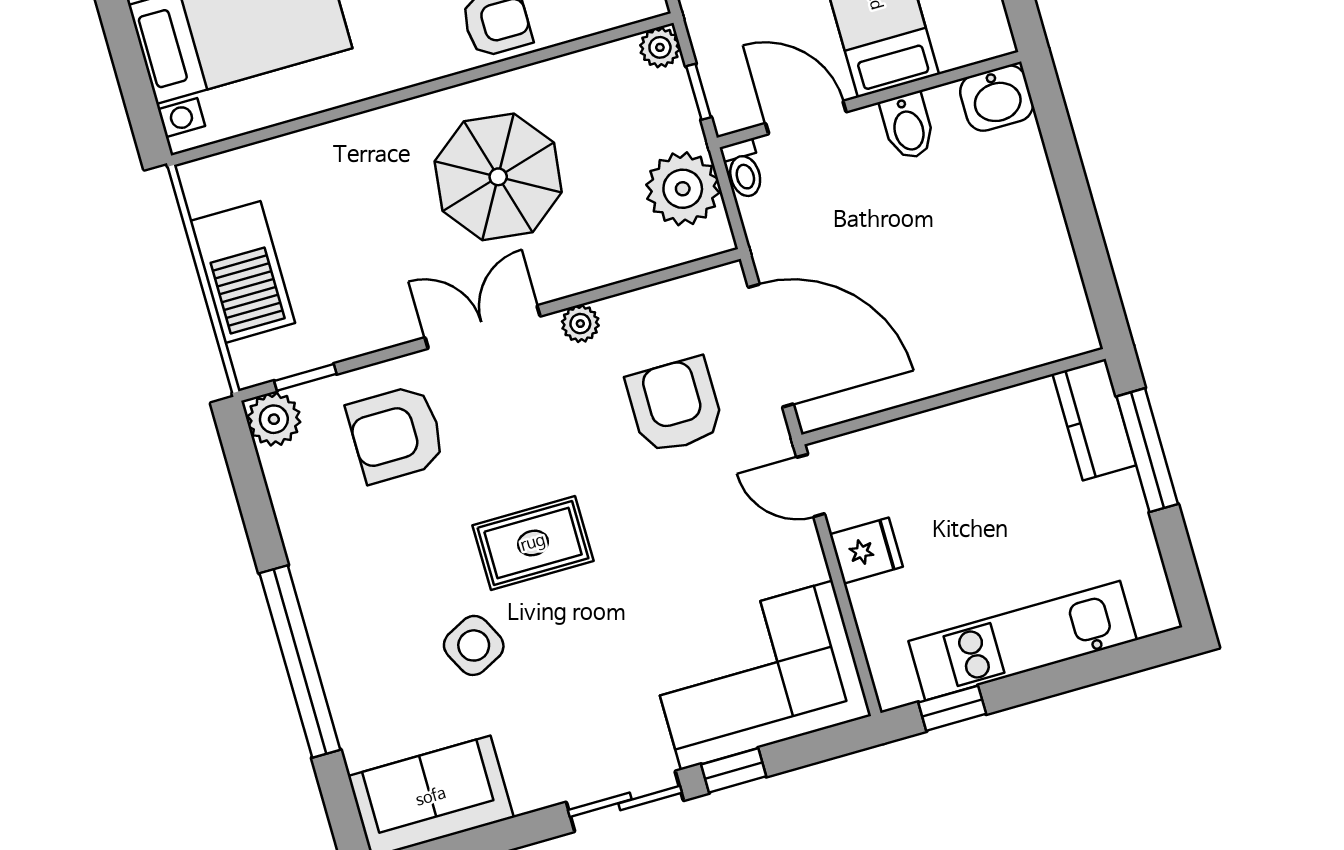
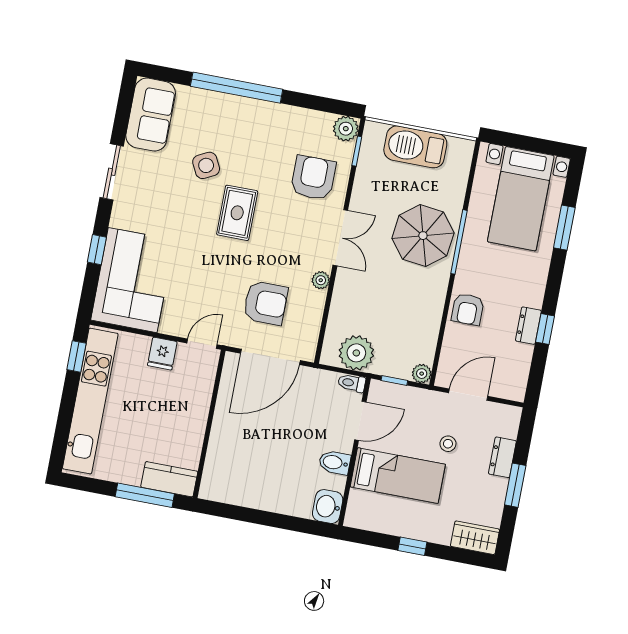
window: (379, 101) -> (459, 242), added
parasol: (498, 177) -> (423, 236), moved
kitchen unit: (1023, 641) -> (90, 401), width x1.36
sliding door: (625, 801) -> (112, 172), moved

